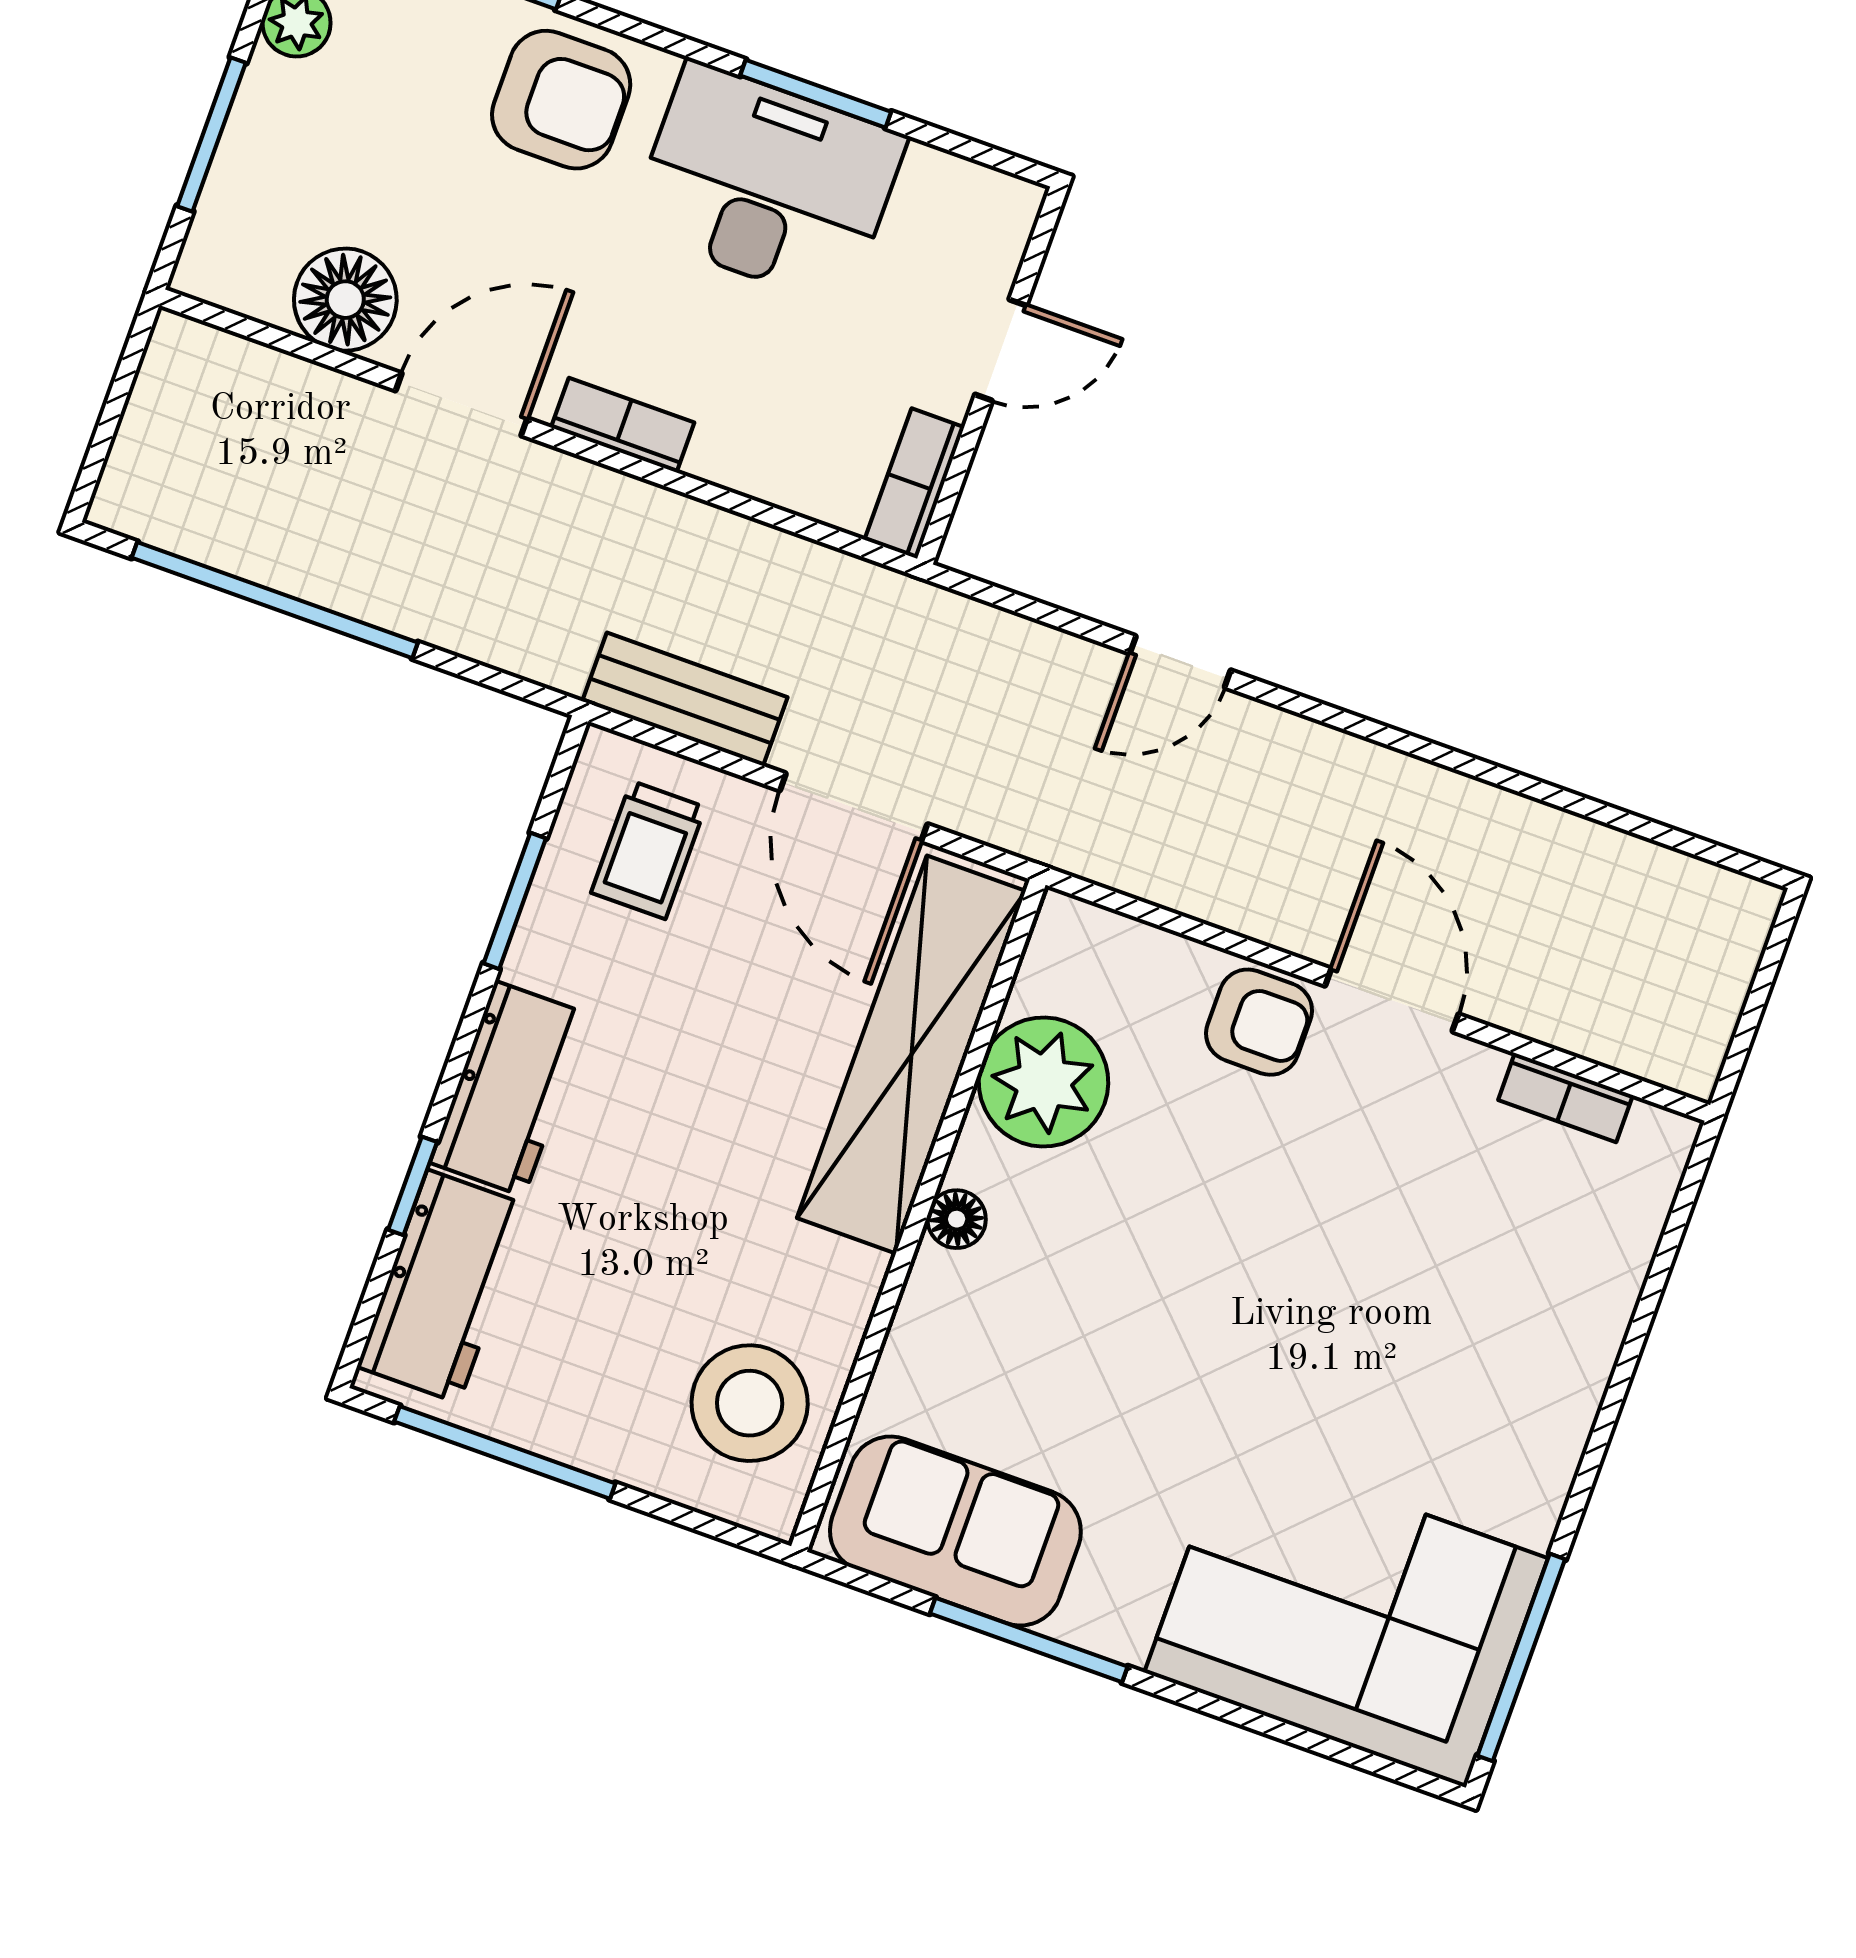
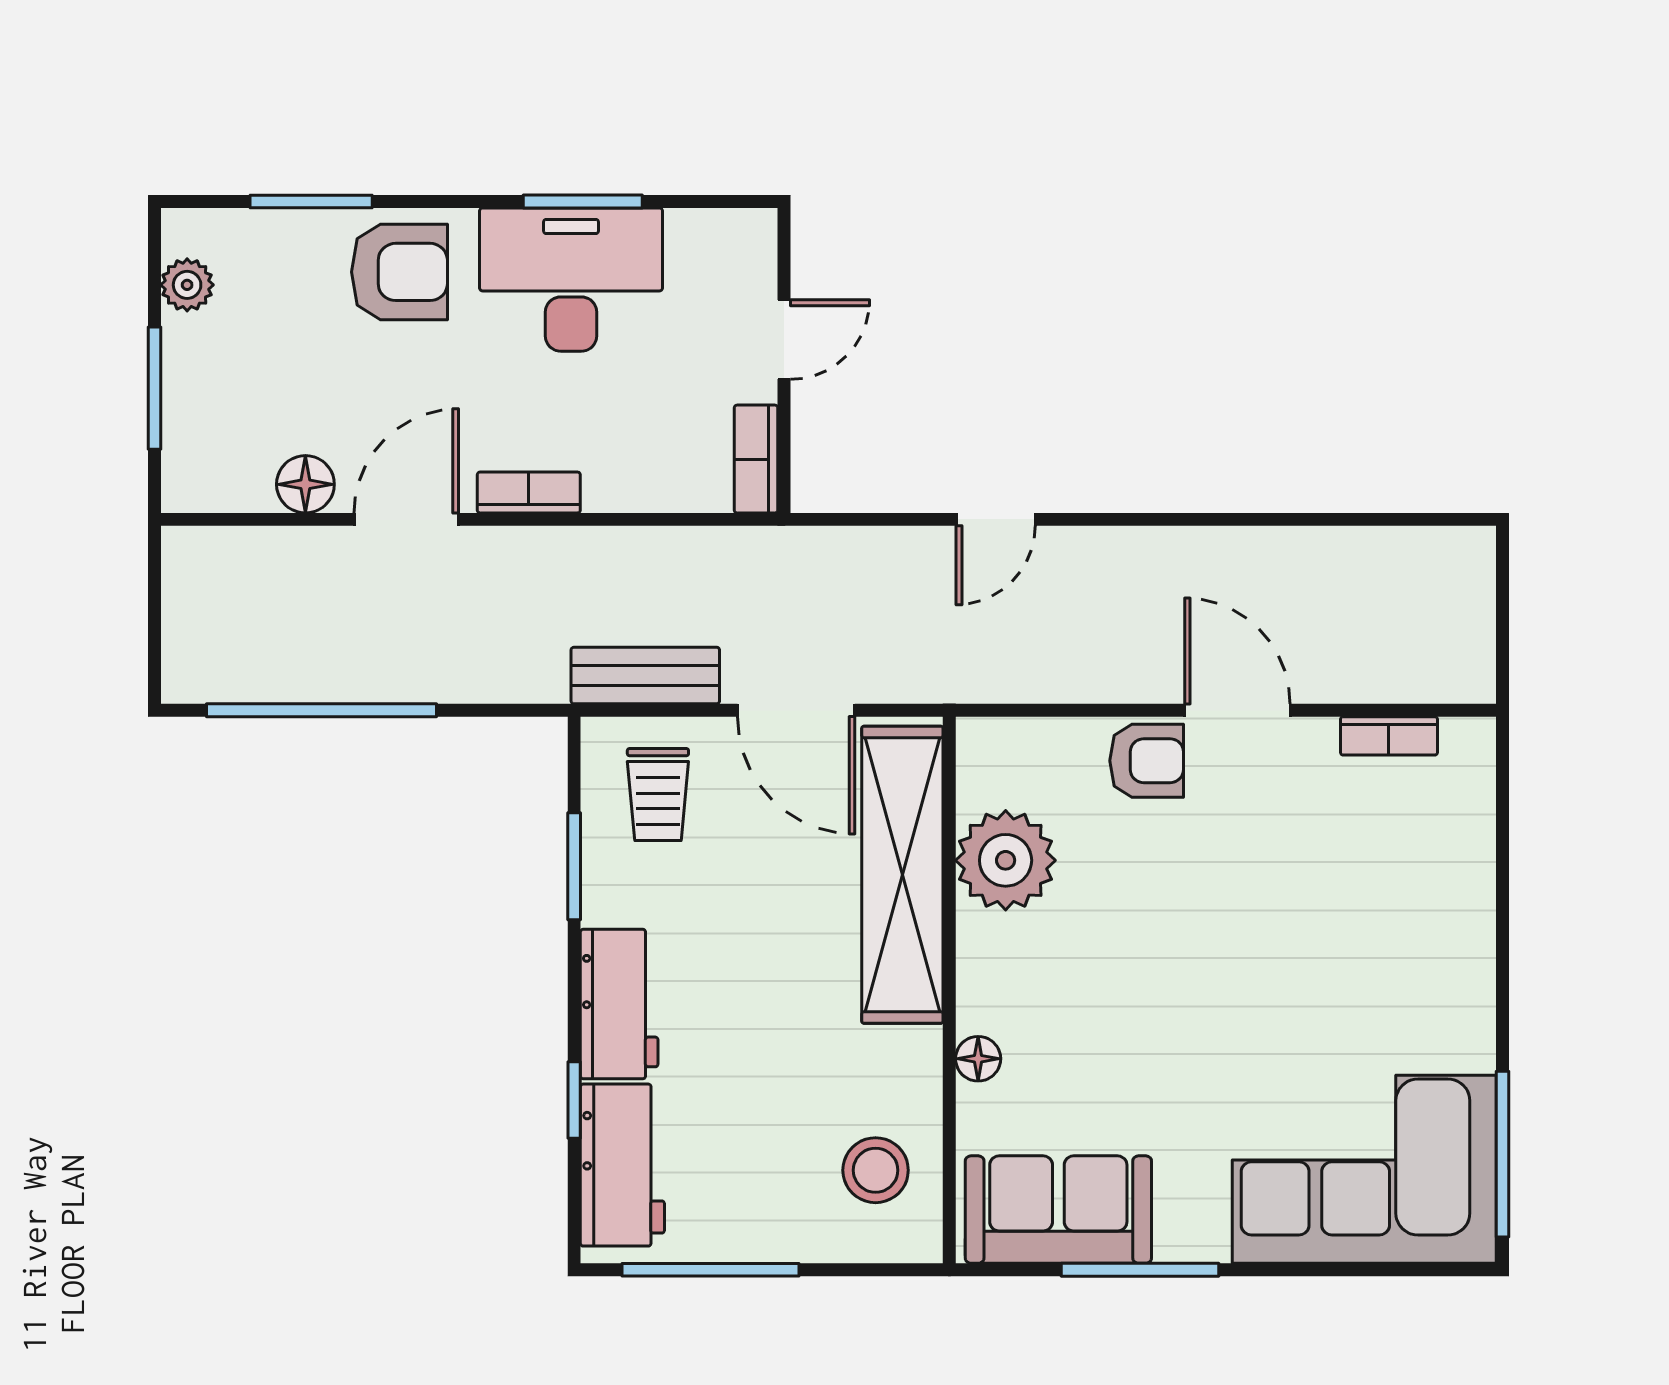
floor lamp: (345, 300) -> (305, 484), width x0.73, depth x0.73
floor lamp: (957, 1219) -> (978, 1059), moved
stool: (750, 1403) -> (876, 1170), width x0.73, depth x0.73

